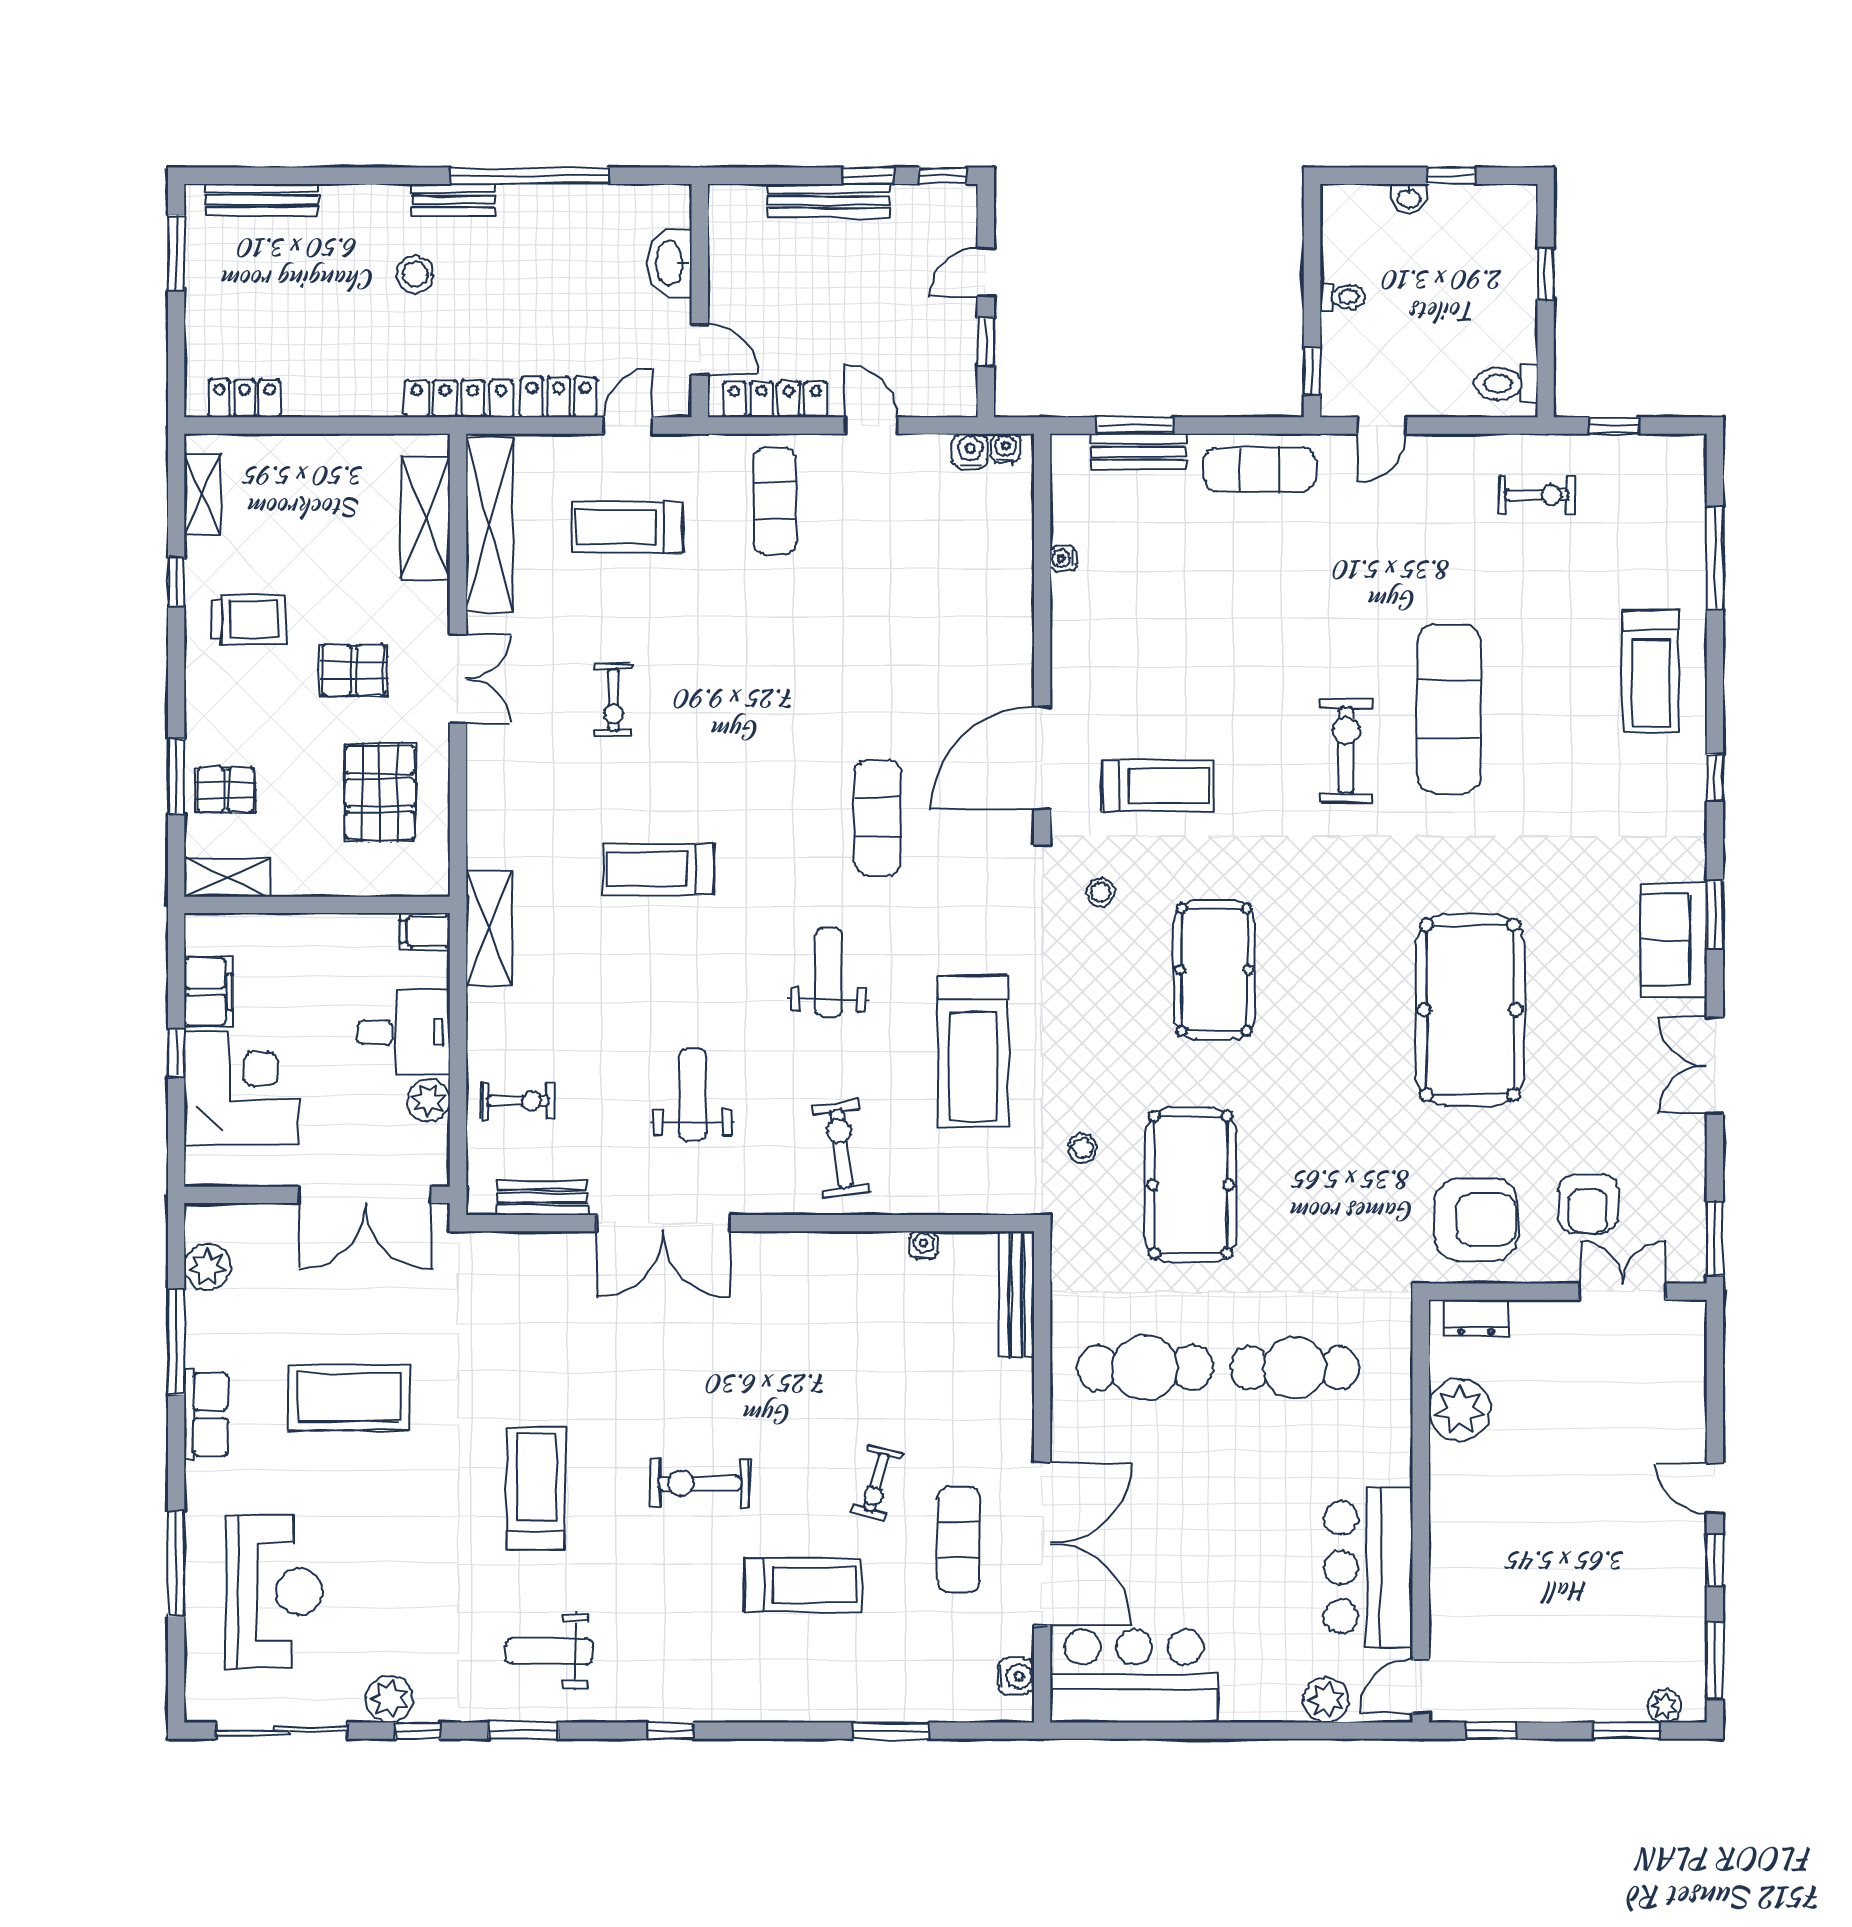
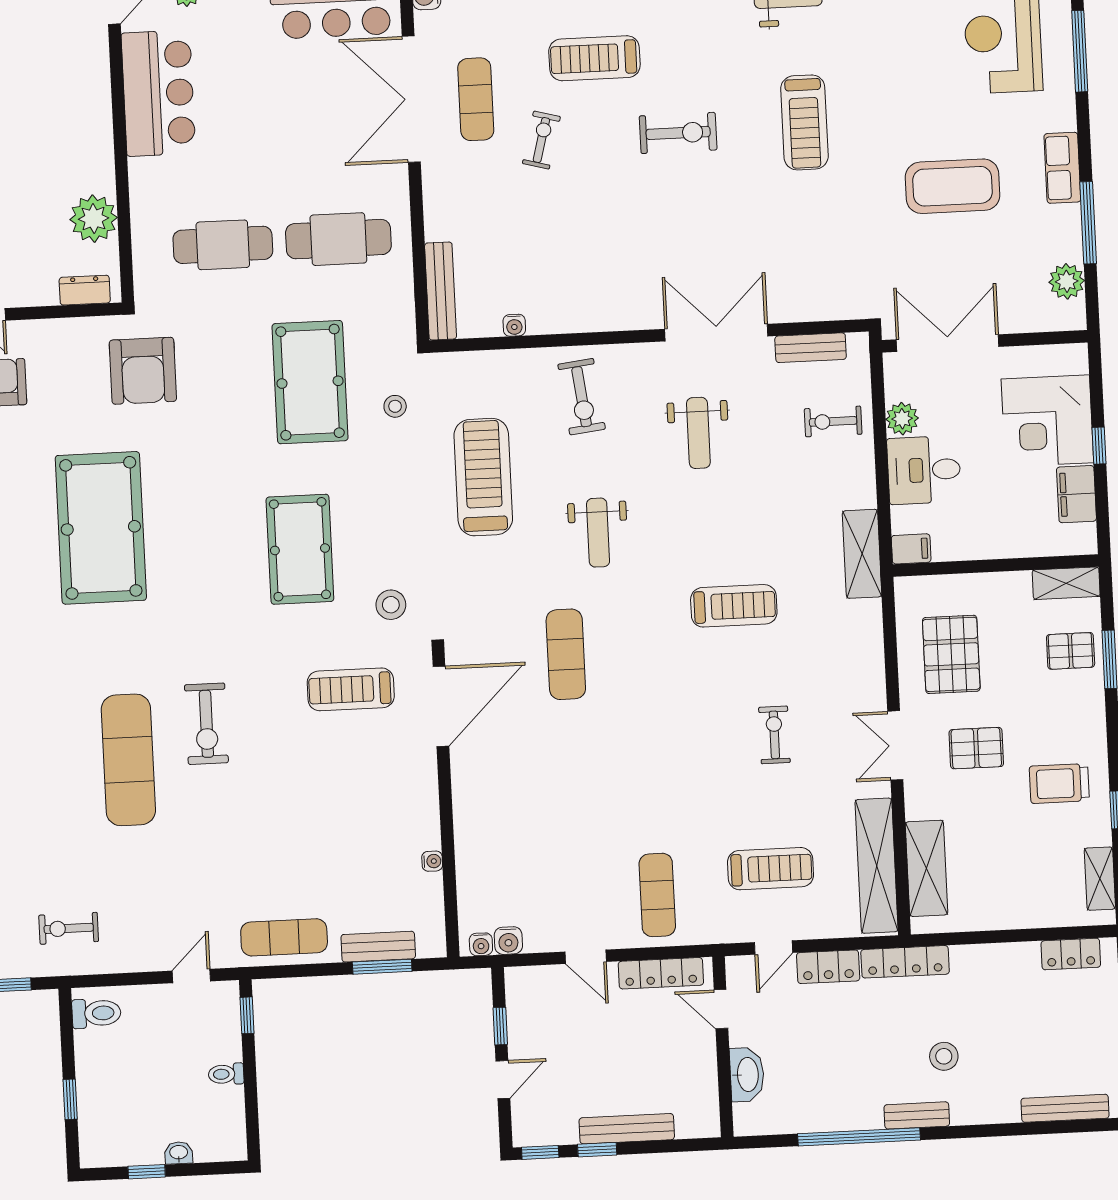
stool: (1100, 892) -> (391, 605), width x1.37, depth x1.37
armchair: (1476, 1219) -> (143, 371), moved, turned -90

